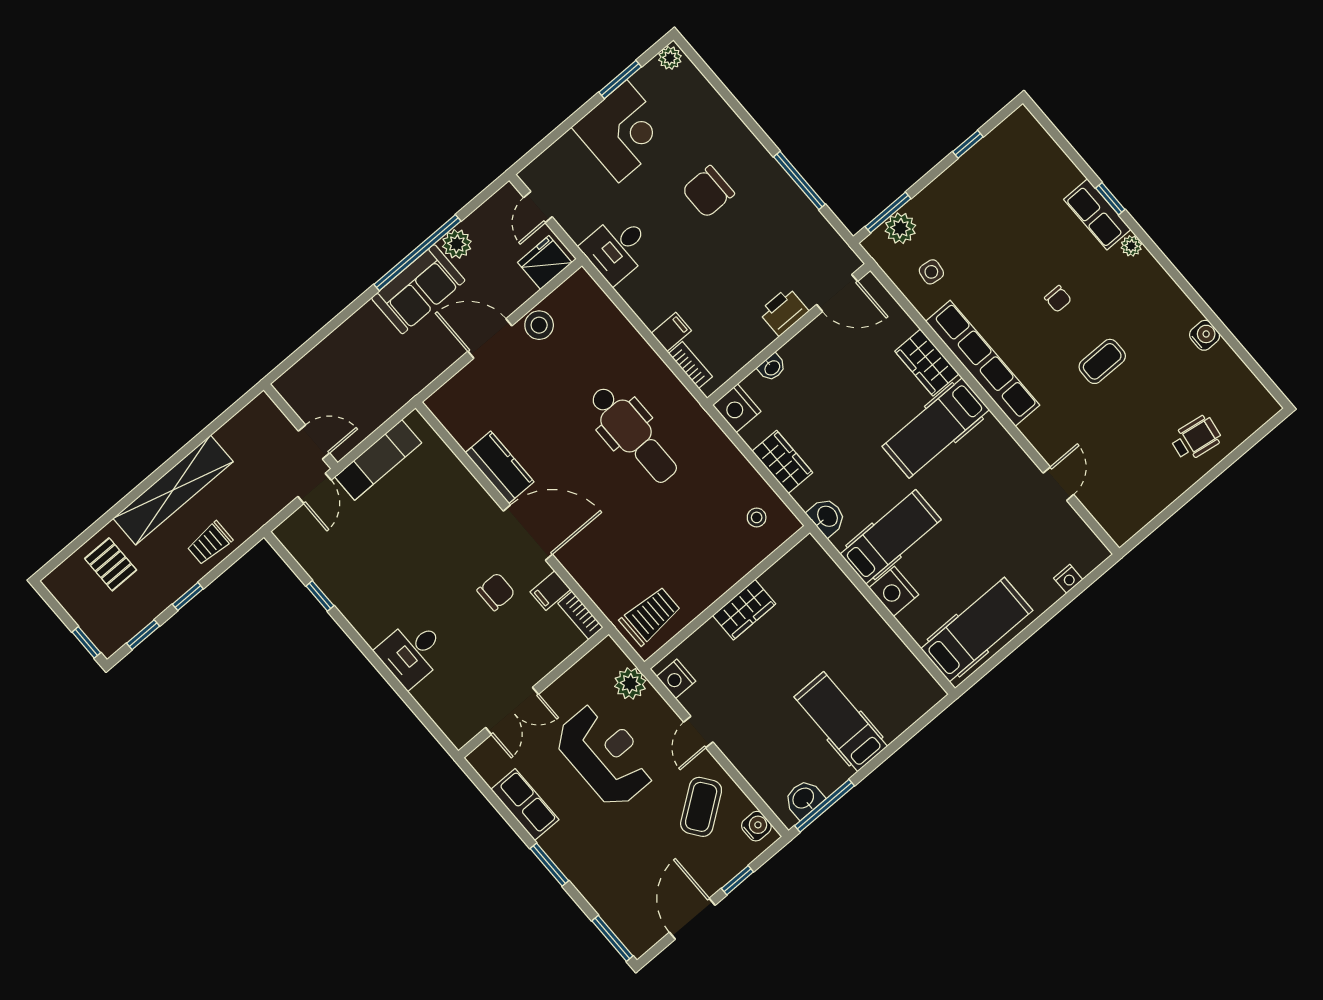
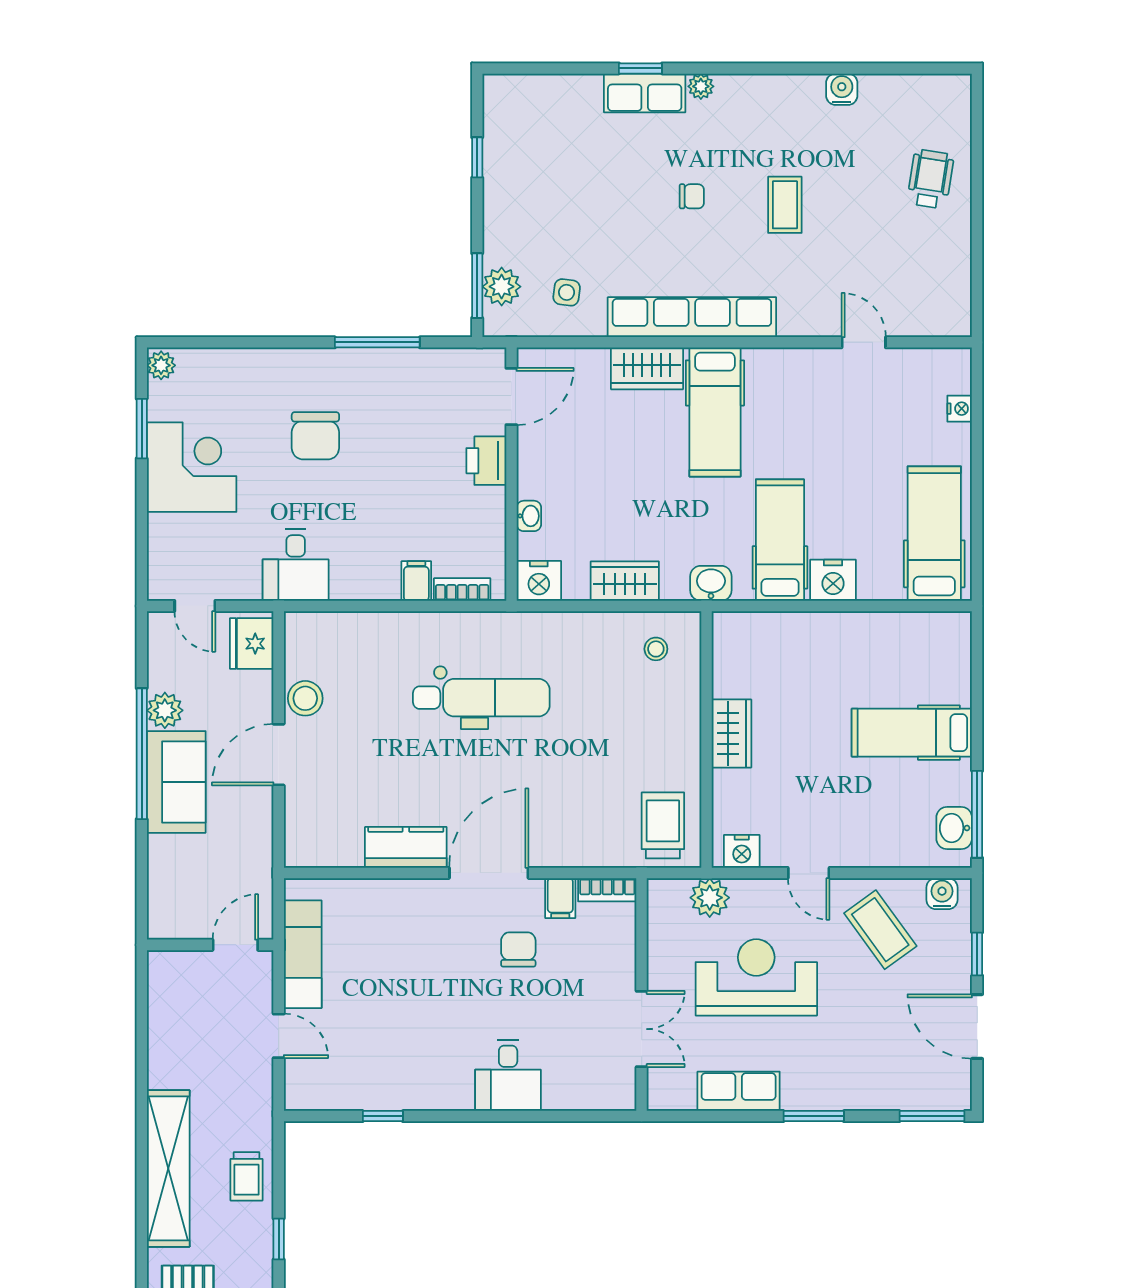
wall: (301, 426) -> (210, 945), moved
door: (314, 442) -> (235, 945), moved

